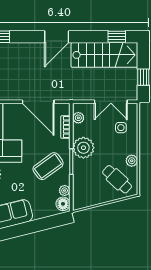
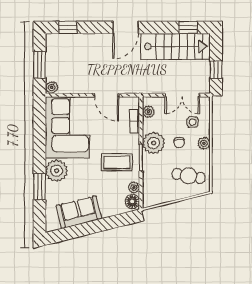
door: (38, 102) -> (106, 95), width x0.73
chair: (108, 147) -> (179, 143), added
plant: (132, 161) -> (204, 143), moved
coffee table: (48, 166) -> (117, 162), turned 36
cafe table: (117, 179) -> (189, 176), turned -33

